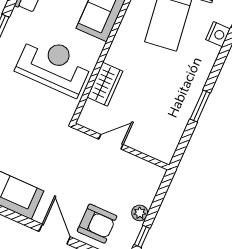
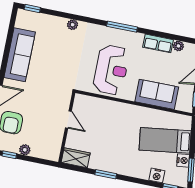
wardrobe: (105, 84) -> (76, 158), moved, turned 180

